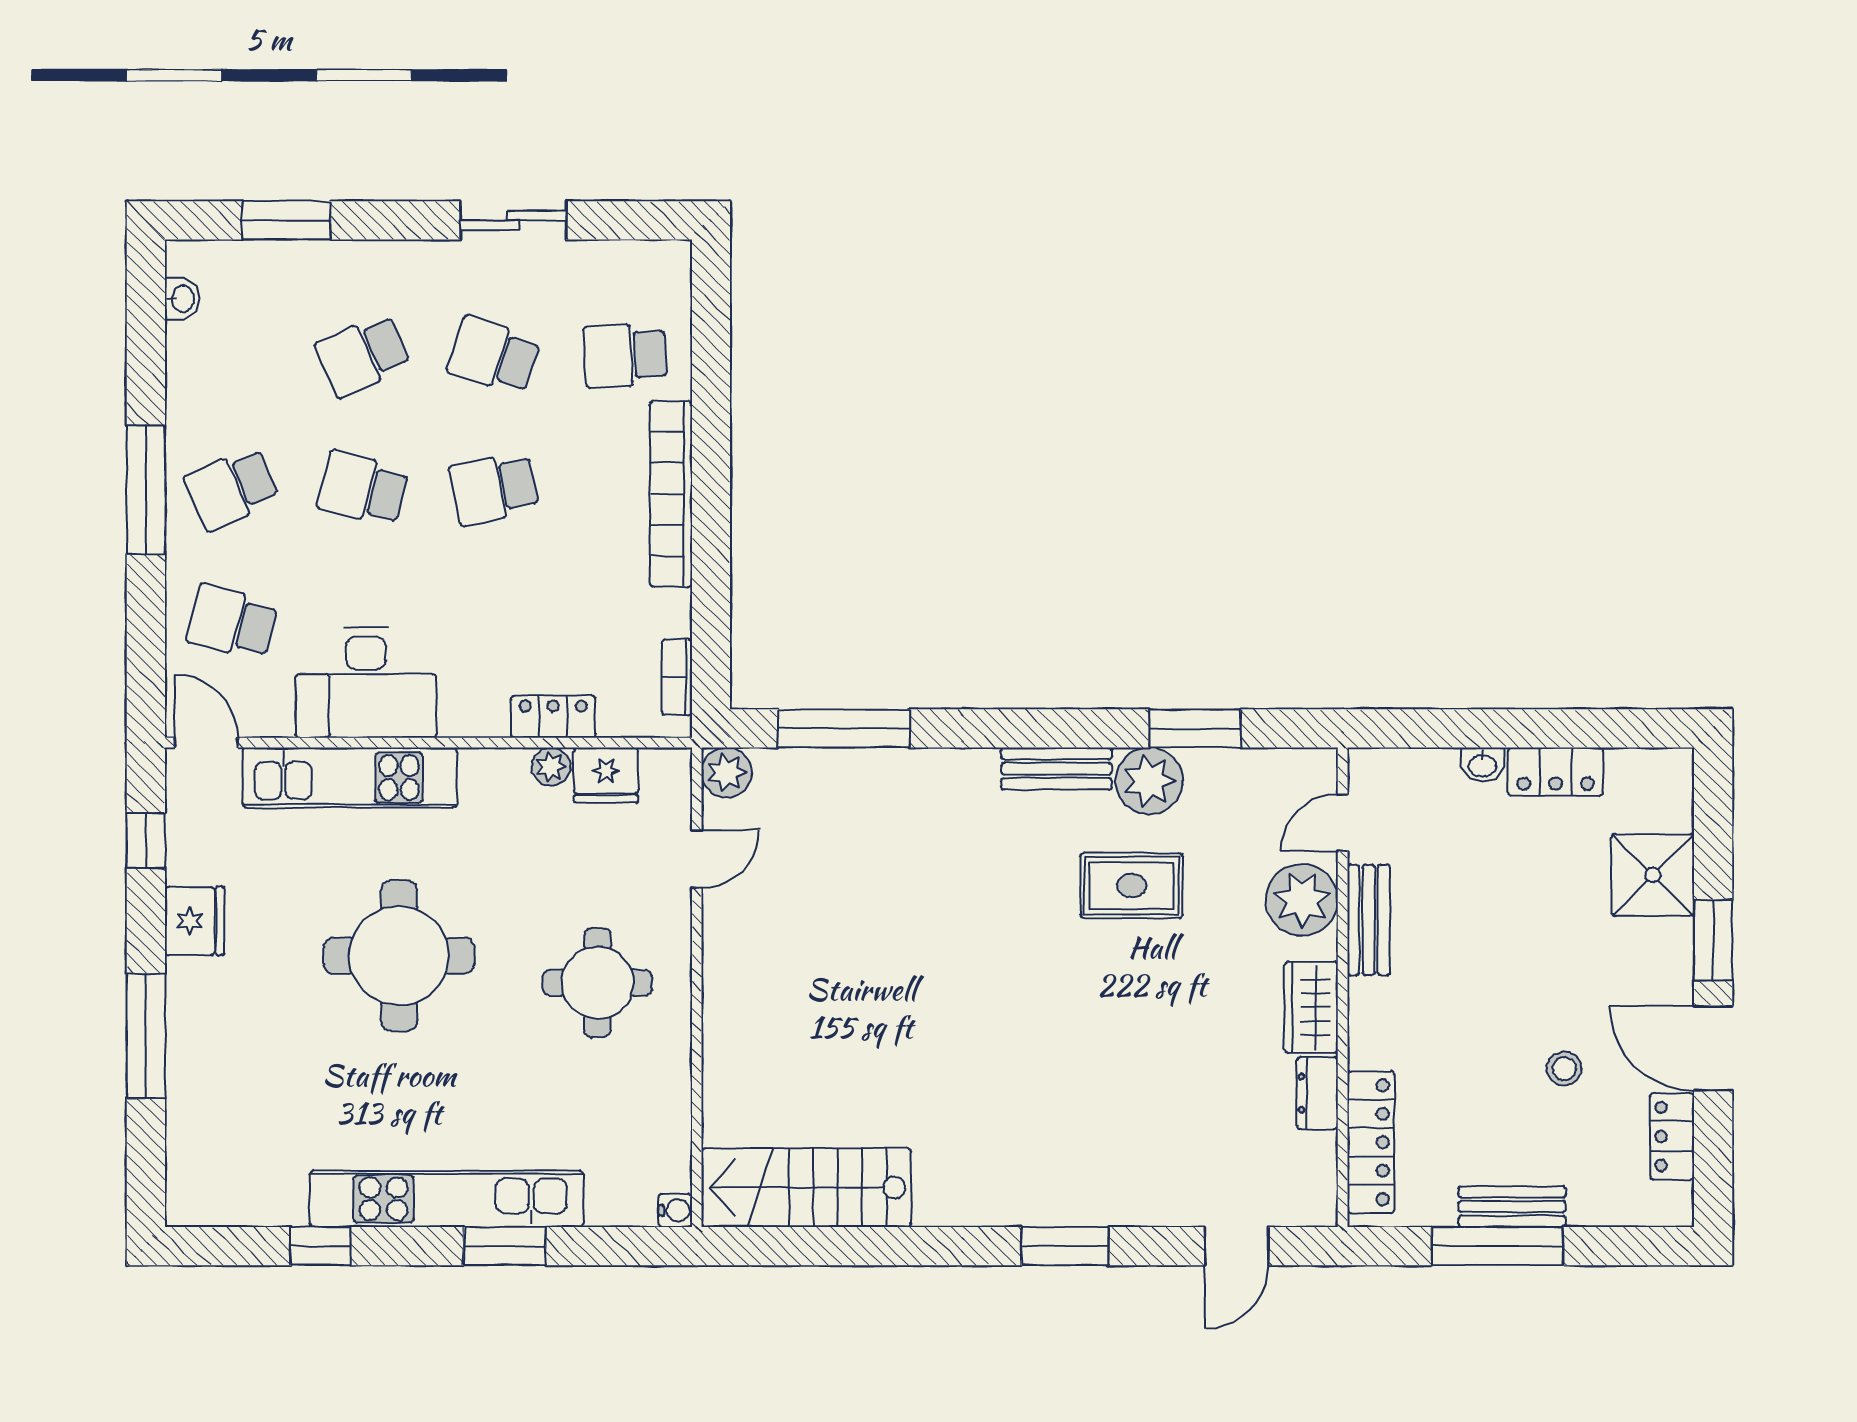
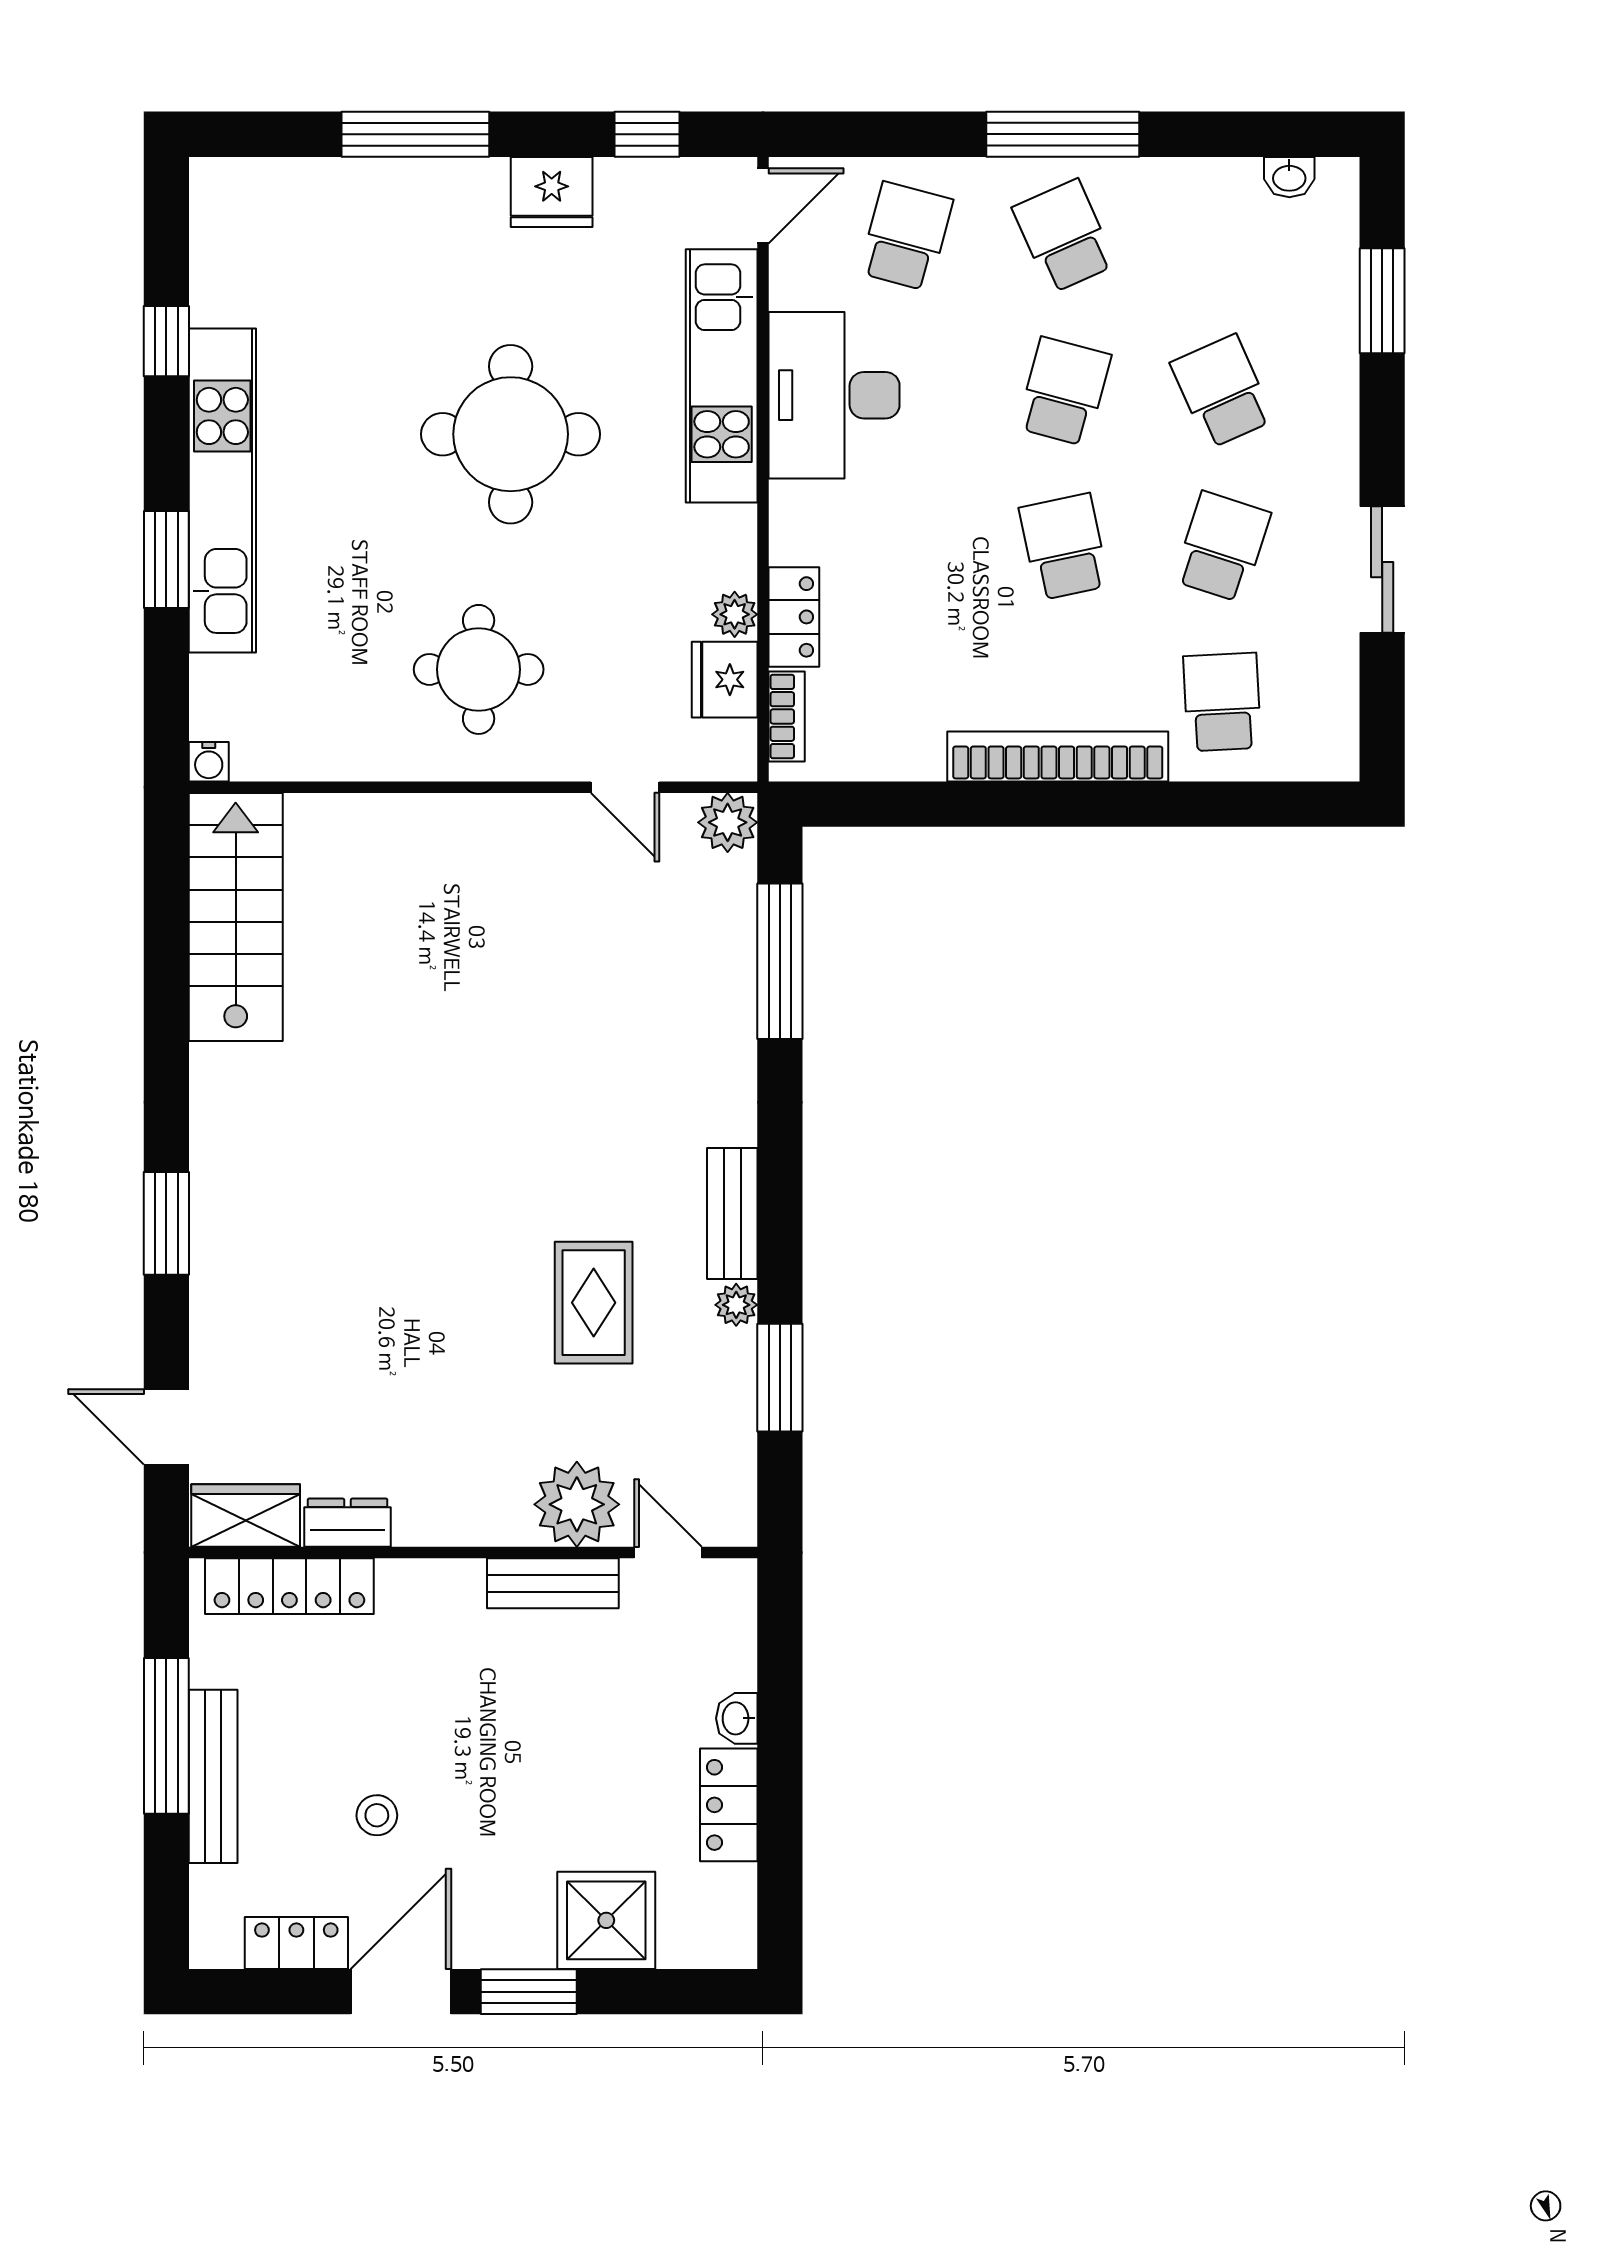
bookcase: (677, 677) -> (787, 716), moved, turned 90
plant: (1149, 781) -> (736, 1305), width x0.53, depth x0.53
wardrobe: (1311, 1007) -> (246, 1516), moved
bench: (1512, 1207) -> (213, 1776), width x1.36

